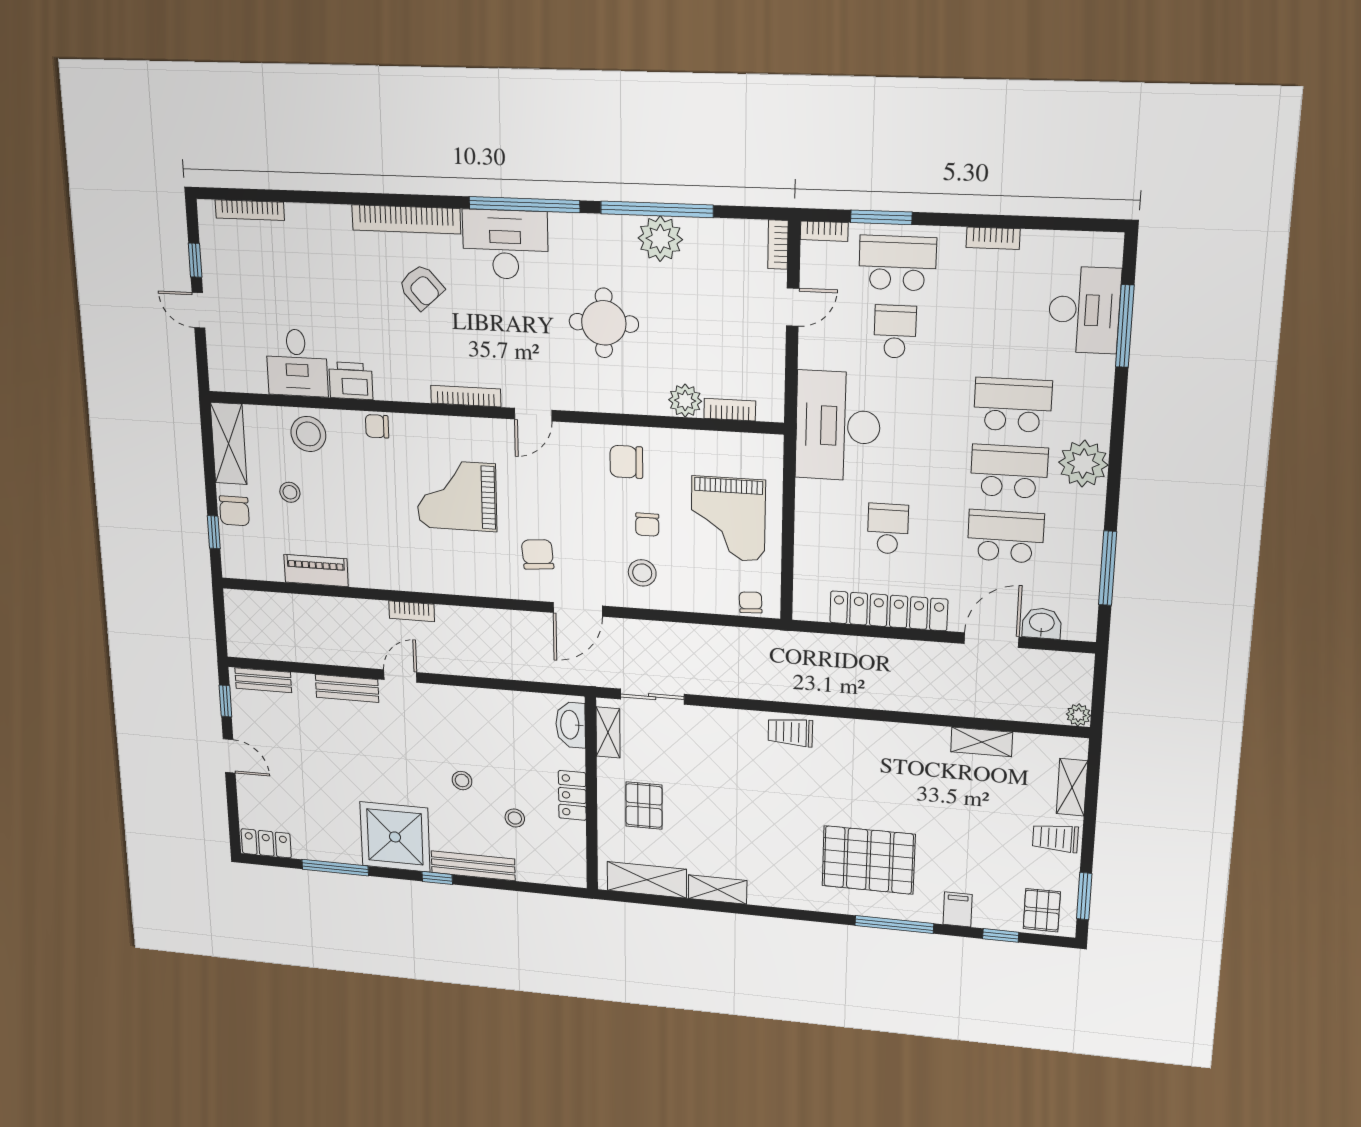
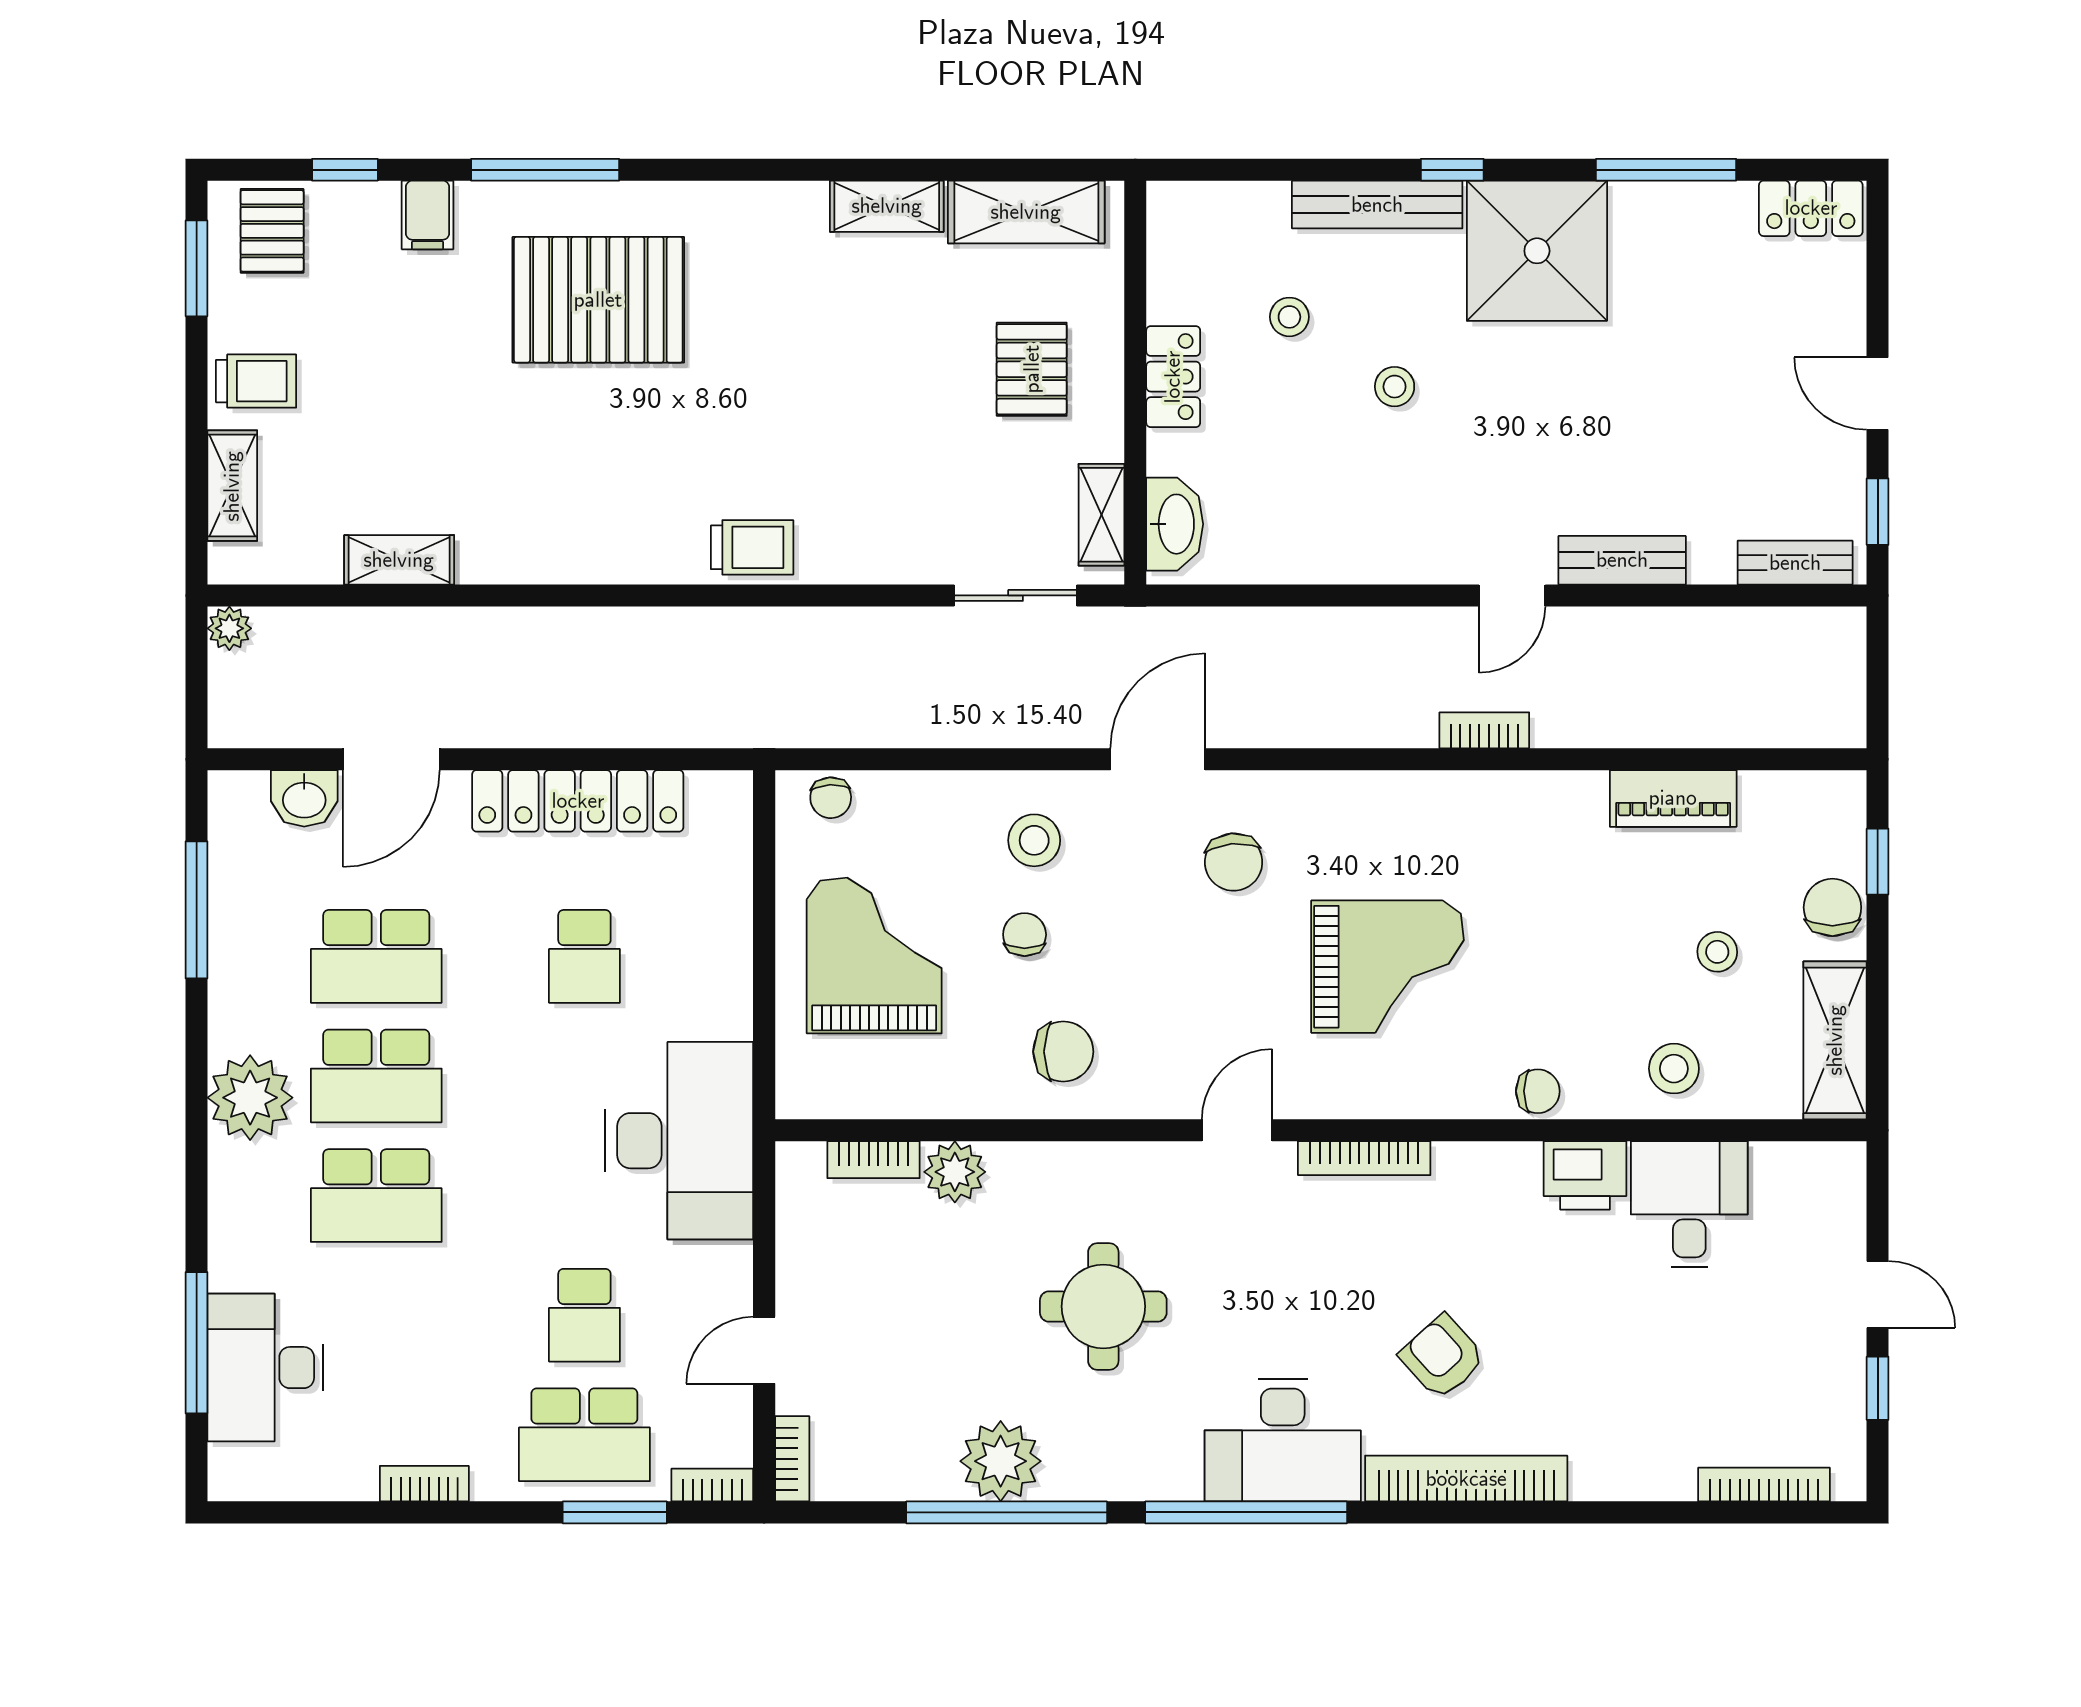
stool: (308, 434) -> (1674, 1069), width x0.73, depth x0.73

